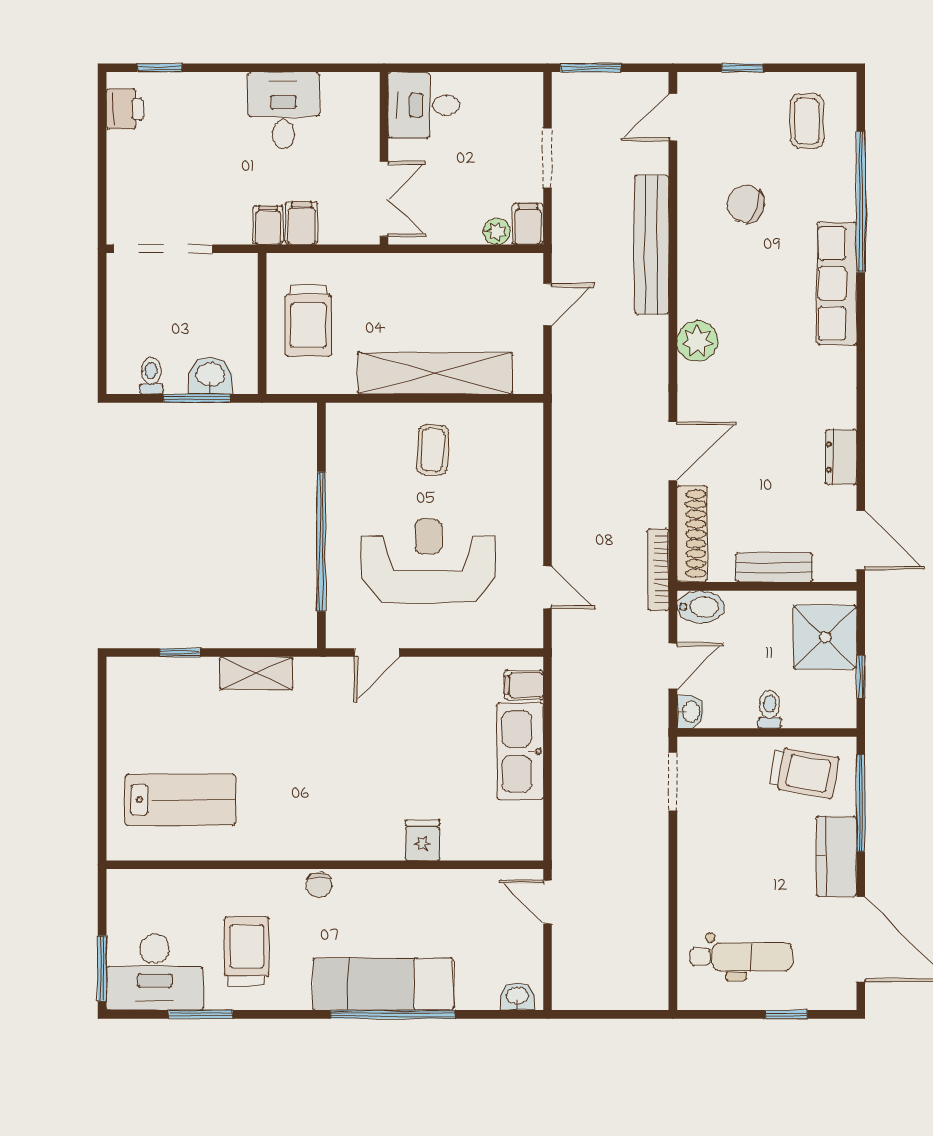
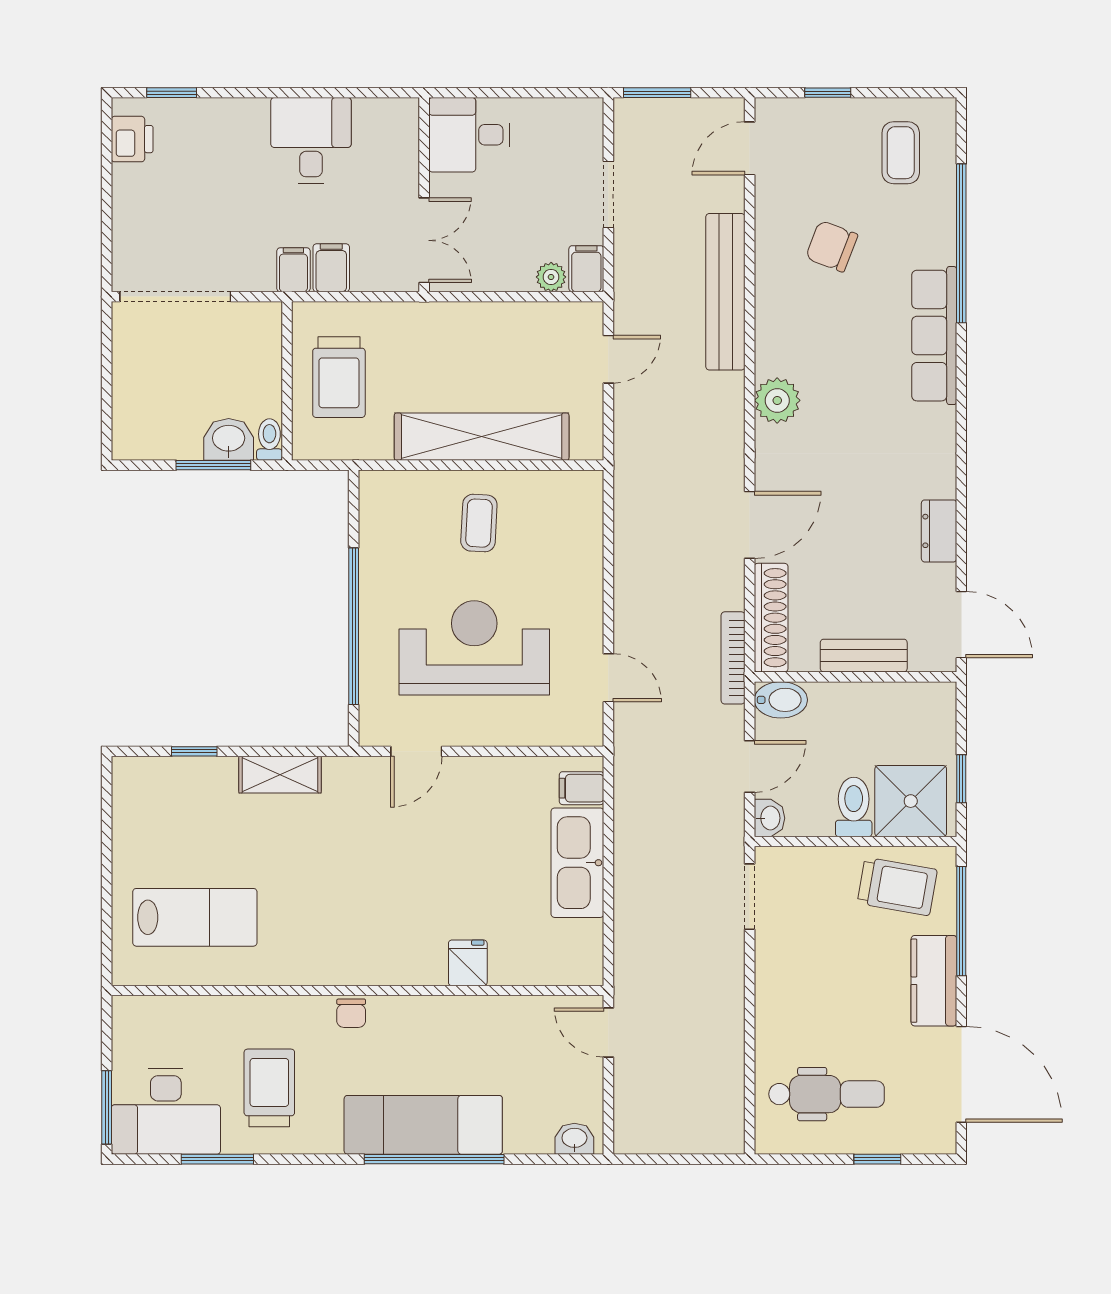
toilet: (151, 376) -> (269, 440), moved
shower: (825, 637) -> (911, 801), moved
toilet: (770, 709) -> (854, 807), width x1.37, depth x1.39

